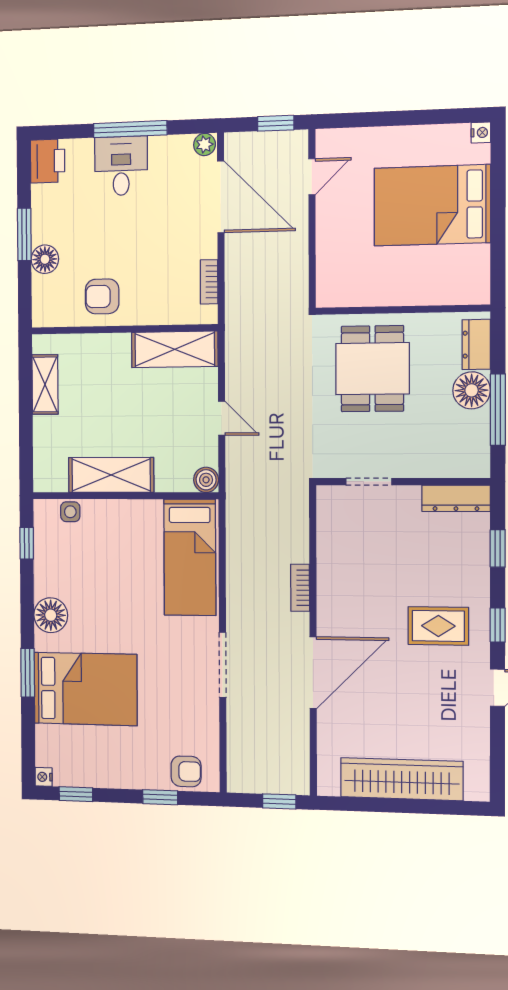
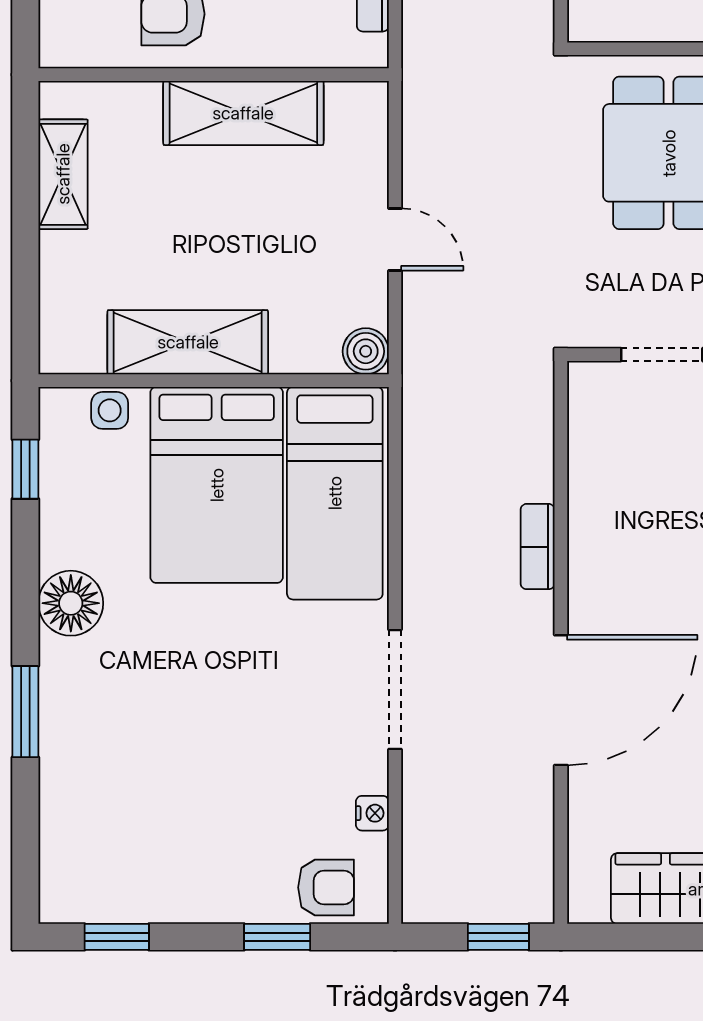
shelving: (175, 349) -> (243, 113), moved
bed: (85, 689) -> (217, 485), moved, turned 90
nightstand: (44, 777) -> (372, 813), moved, turned 180

